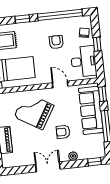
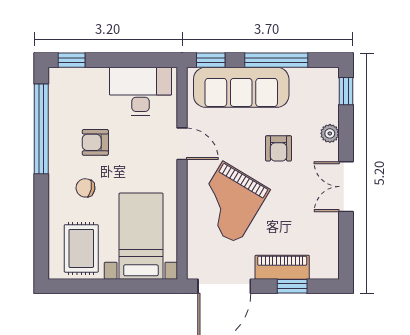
window: (22, 19) -> (41, 206), removed
chair: (84, 33) -> (85, 188), moved
window: (97, 44) -> (72, 60), moved
door: (60, 85) -> (182, 144), swing flipped

